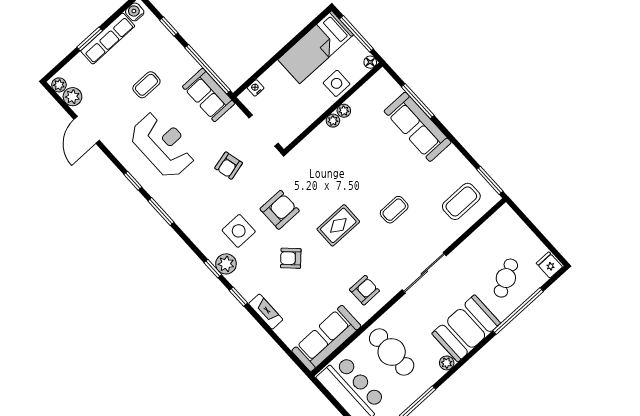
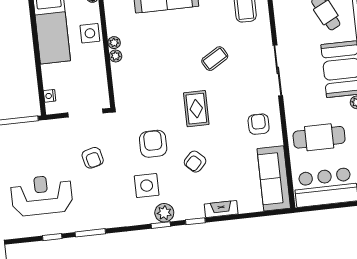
sofa: (209, 95) -> (29, 135), removed
coffee table: (394, 210) -> (215, 59), turned 59

